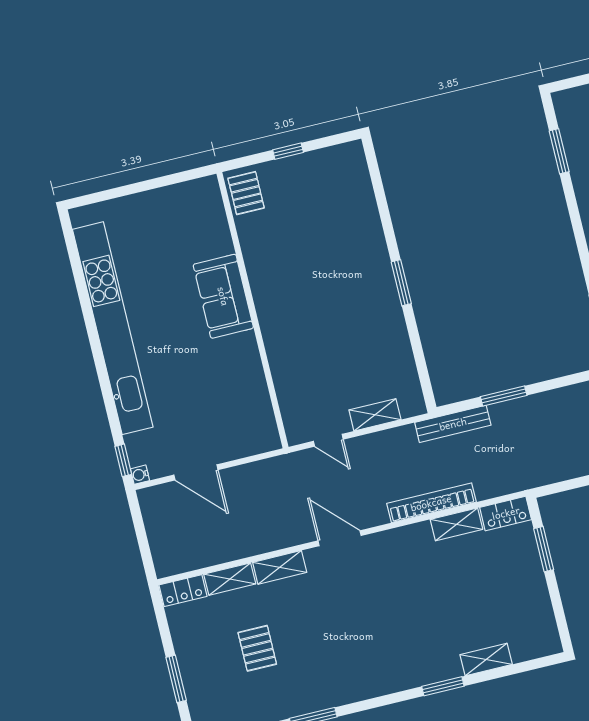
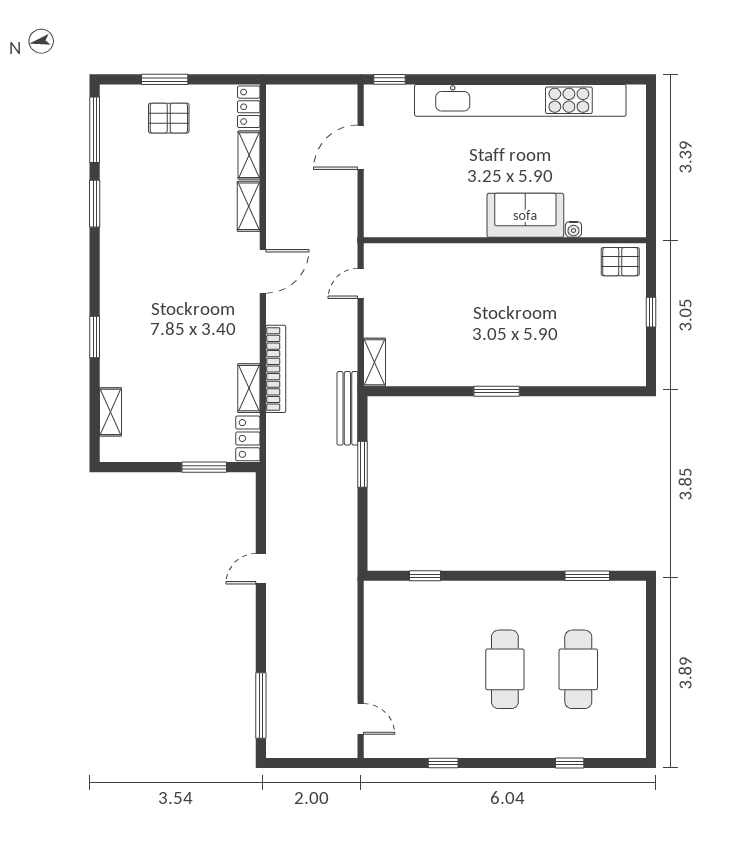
shelving: (375, 415) -> (374, 362), moved
water cooler: (140, 475) -> (573, 229), moved, turned 180
pallet: (257, 648) -> (169, 118), moved
shelving: (486, 660) -> (110, 412), moved

